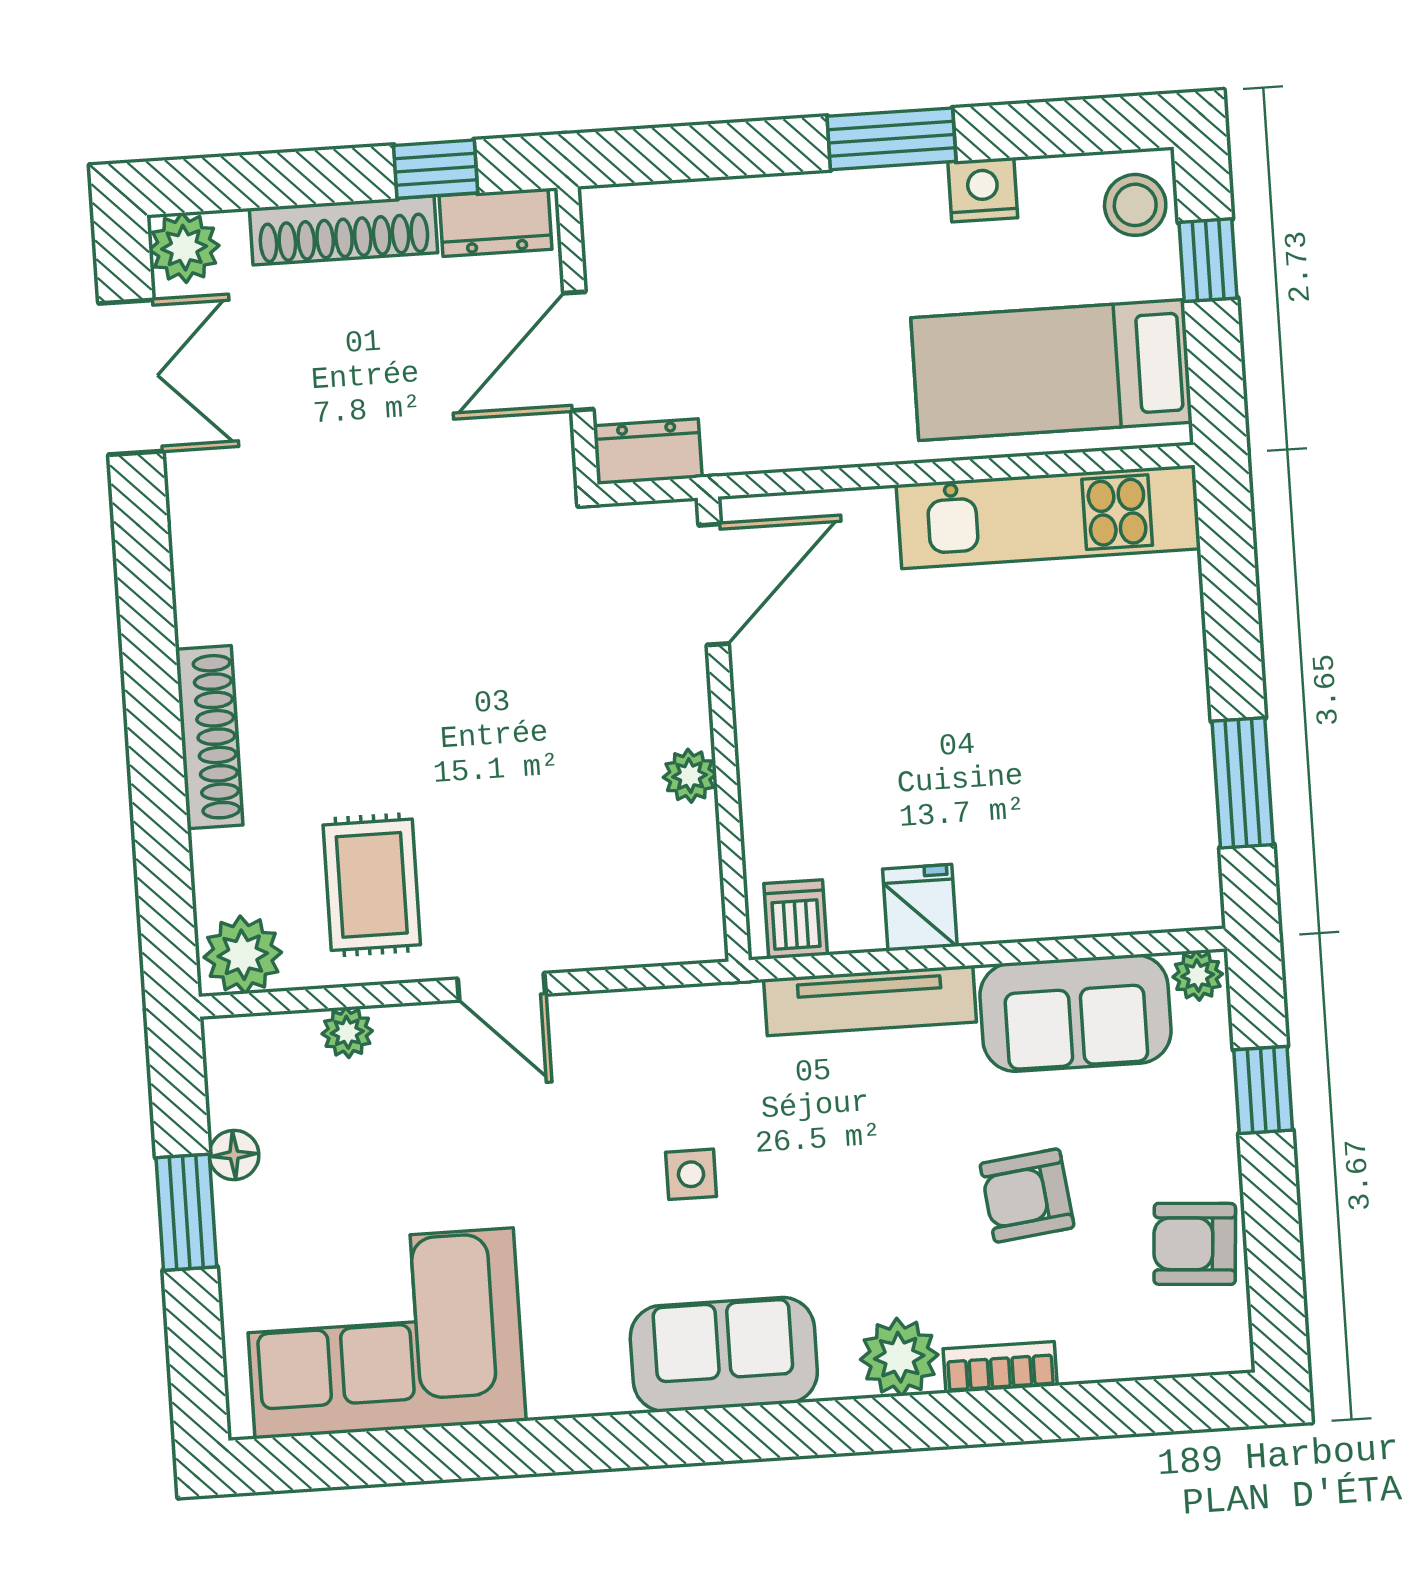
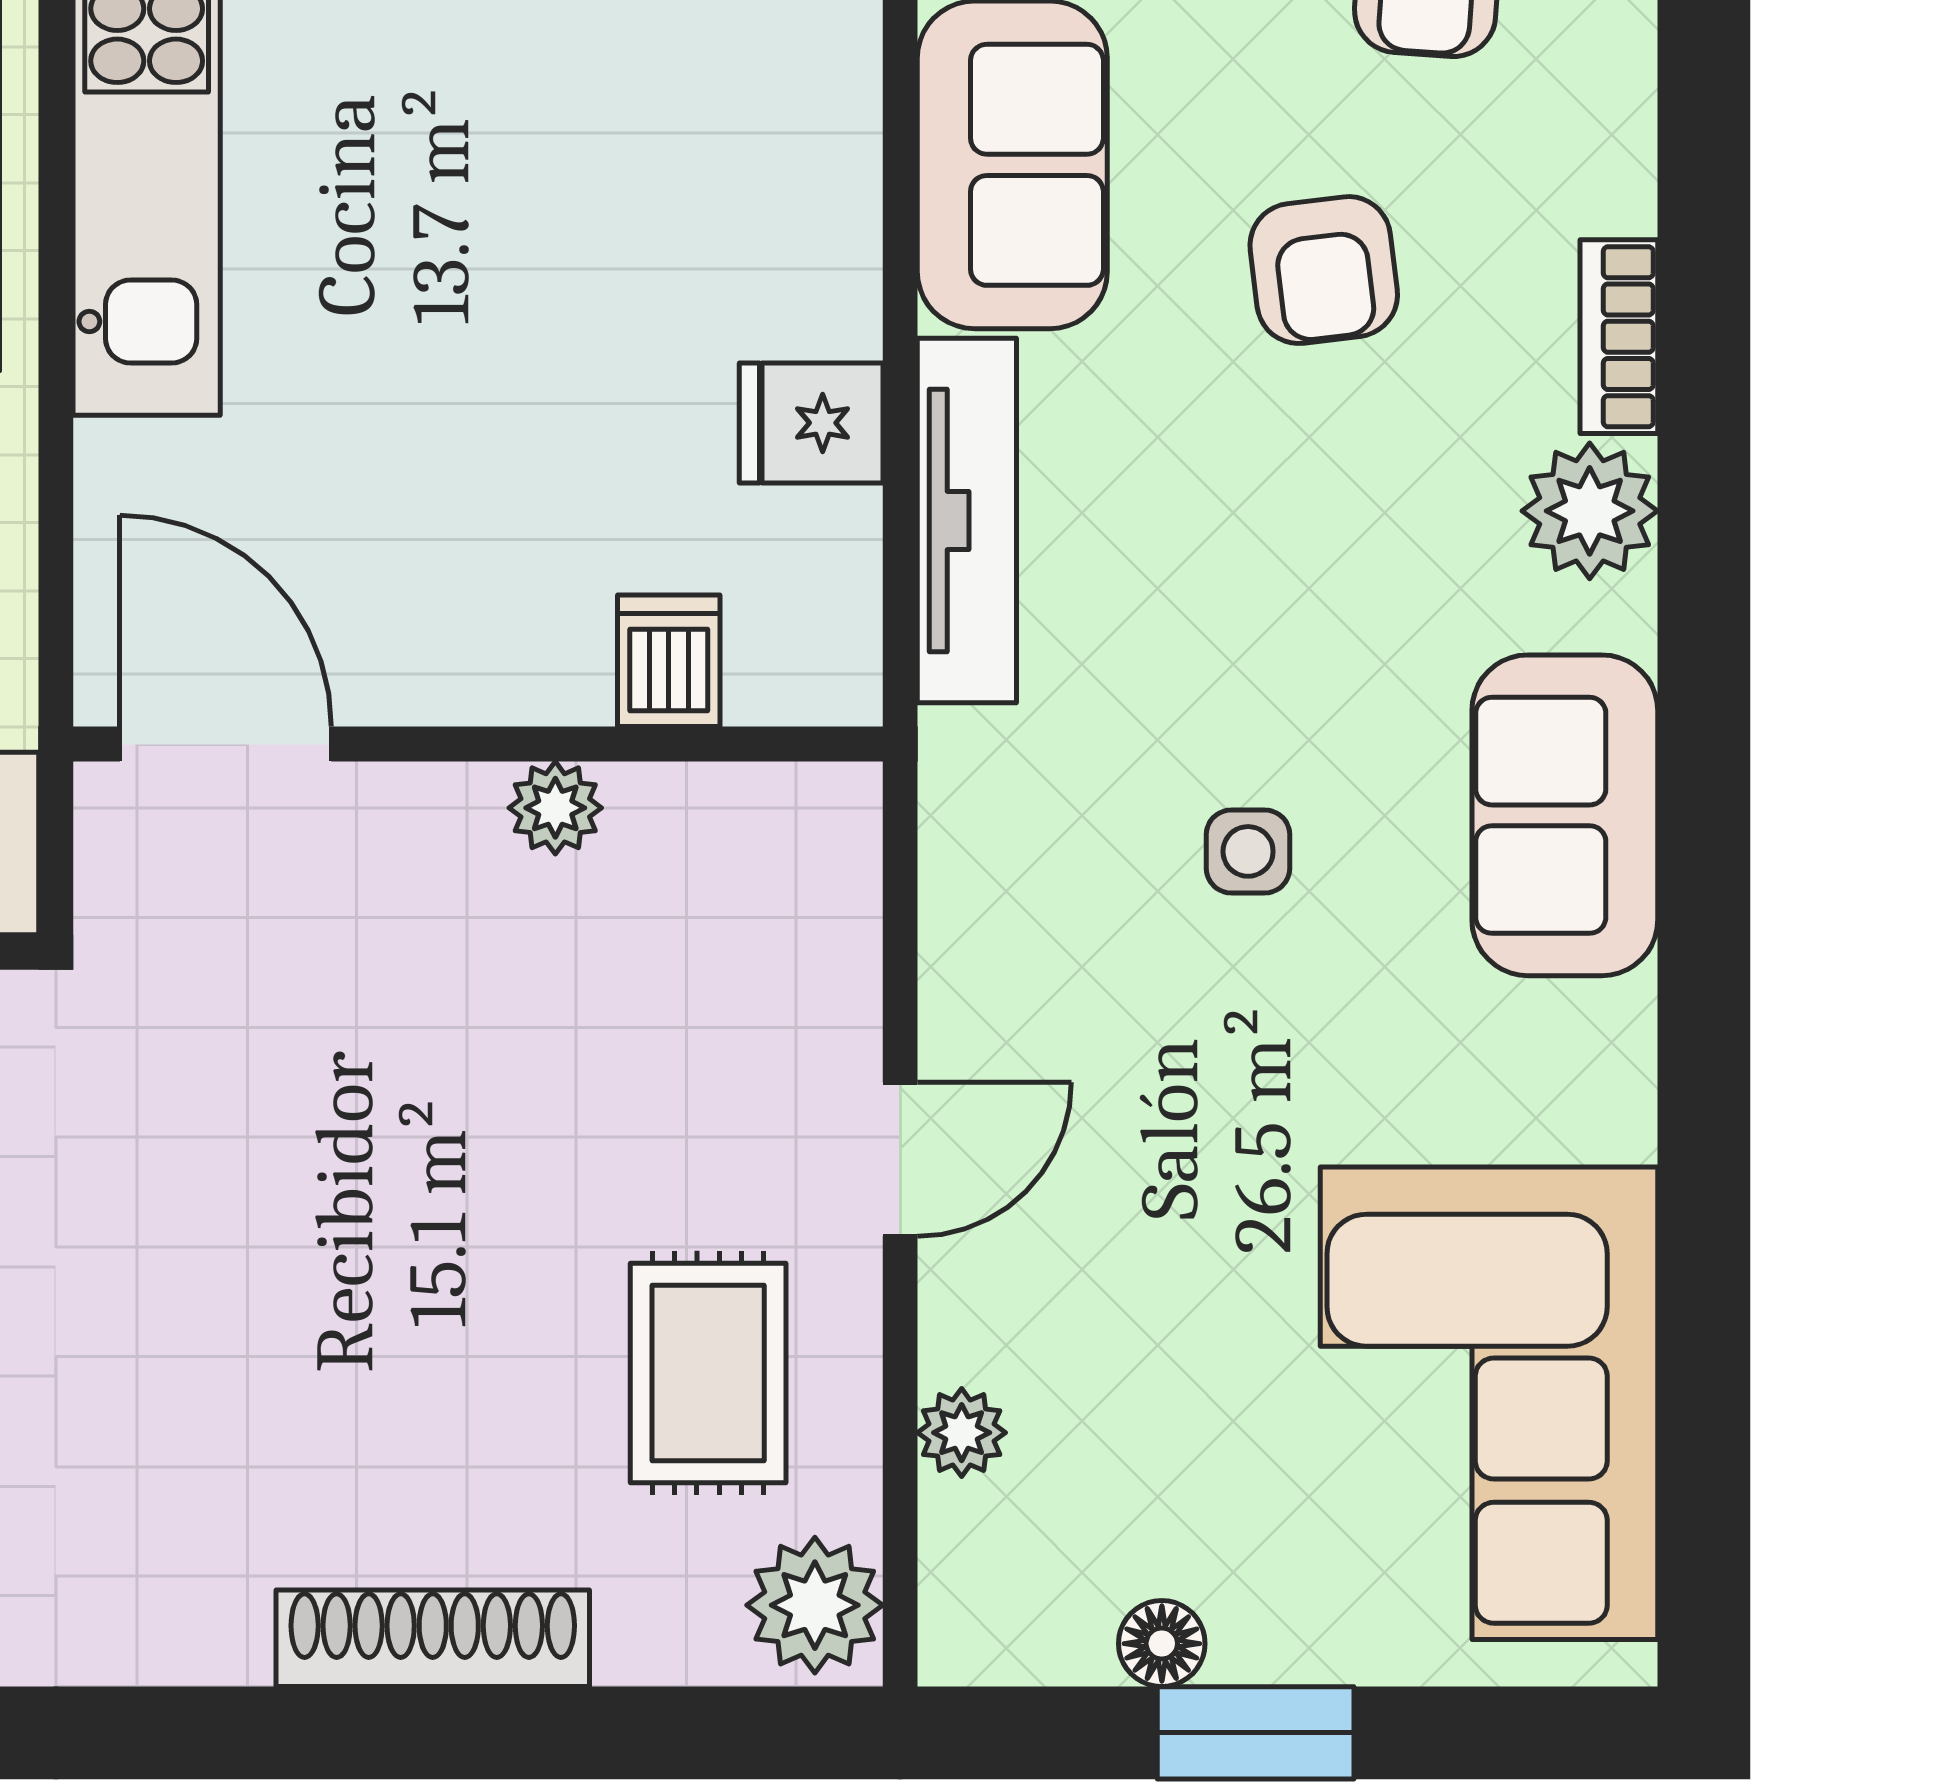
rug: (372, 885) -> (708, 1373), turned 90
dishwasher: (796, 919) -> (669, 661), moved, turned 90

